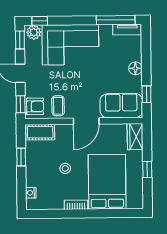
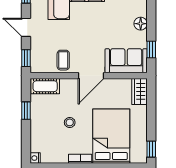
armchair: (35, 106) -> (40, 60), removed
window: (147, 169) -> (151, 149), moved
nightstand: (31, 193) -> (35, 158), moved

